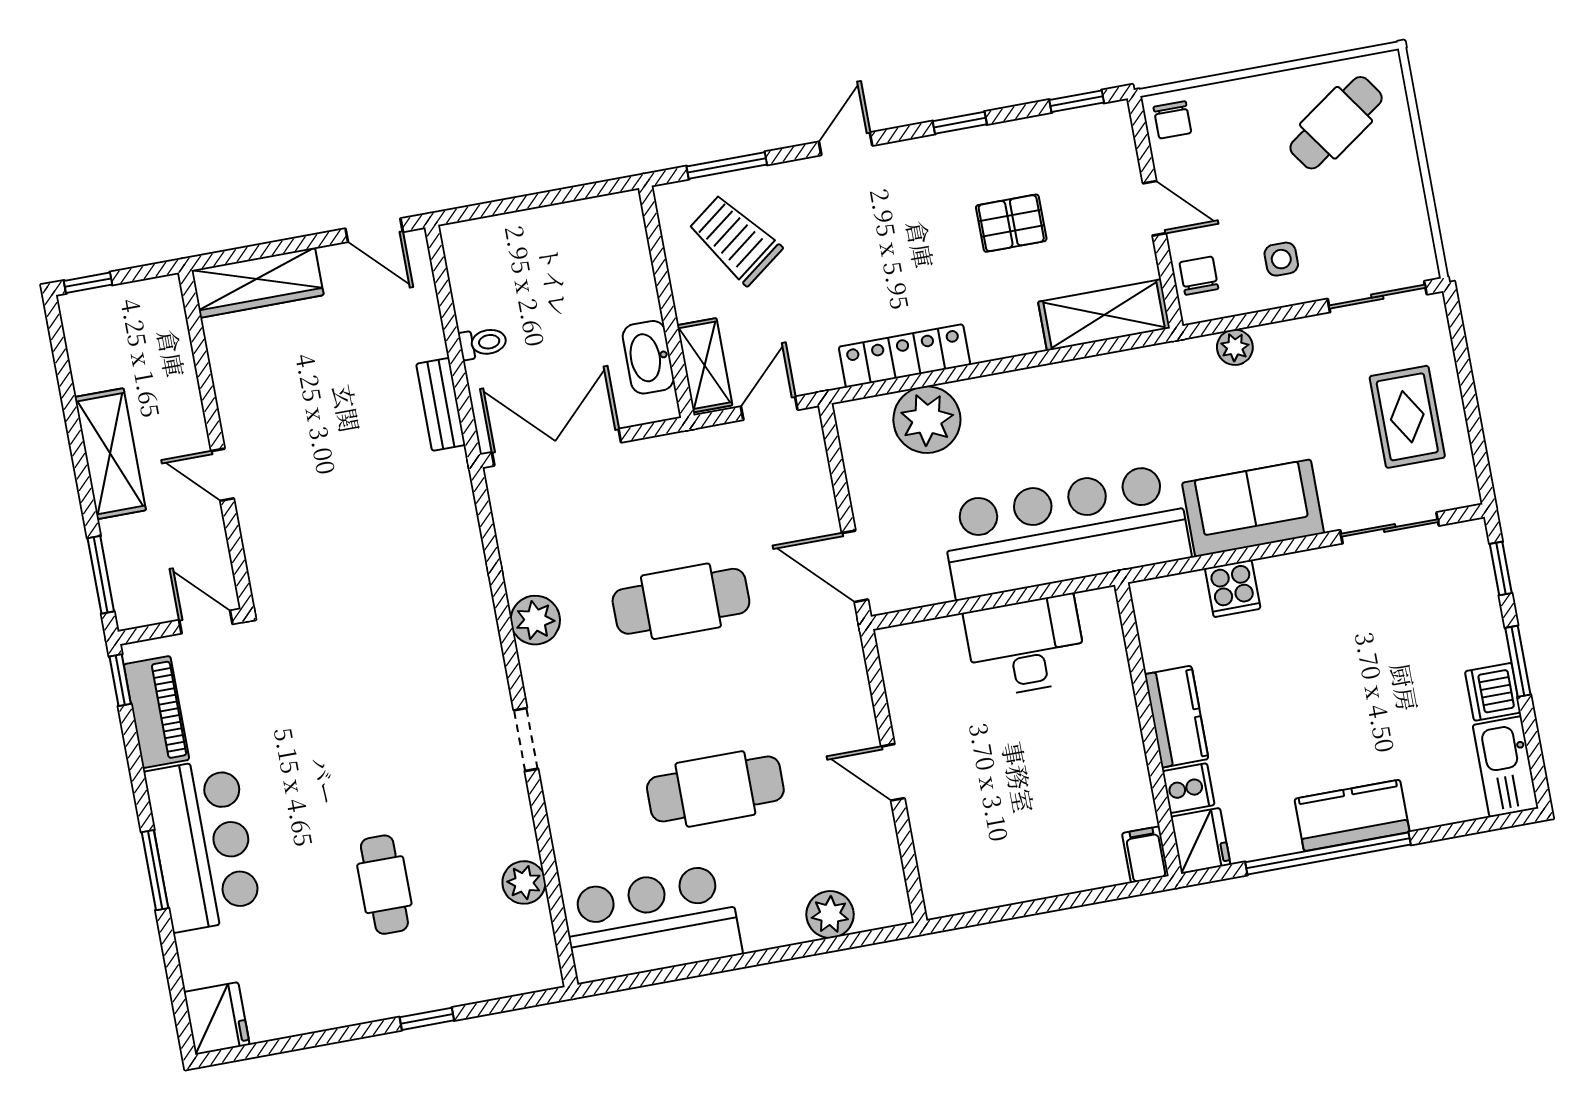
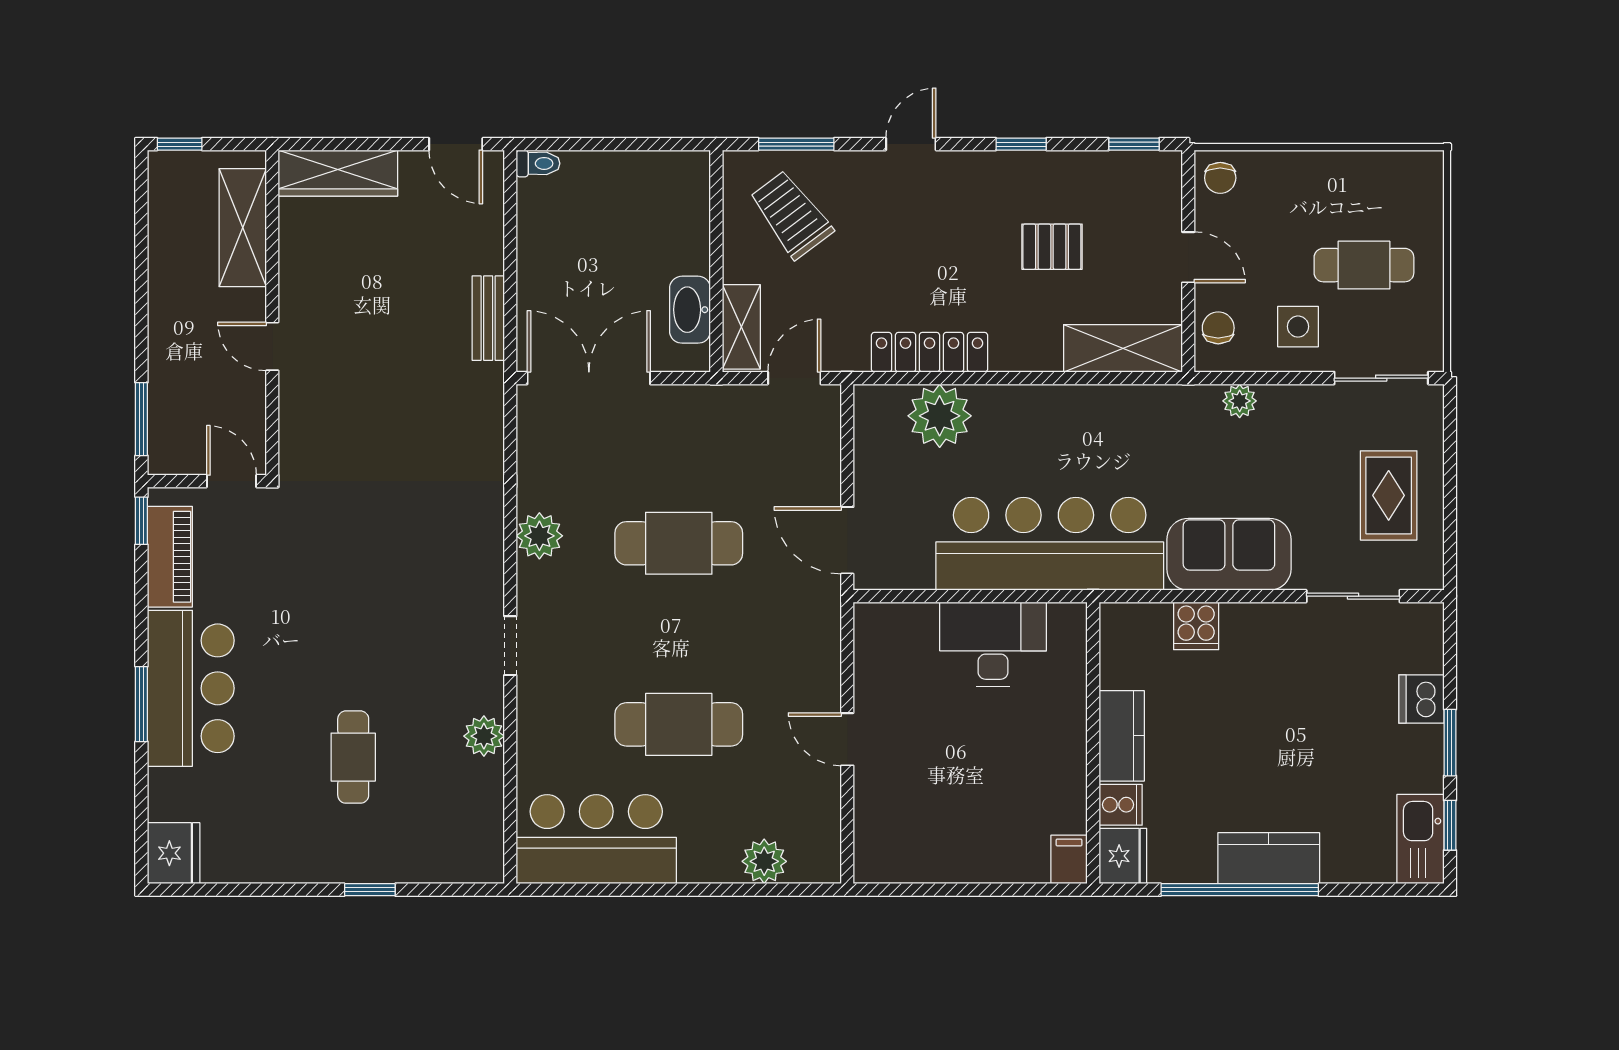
cafe table: (1336, 123) -> (1364, 265), moved, turned 35
side table: (1281, 259) -> (1298, 327), width x1.37, depth x1.37
toilet: (483, 343) -> (538, 163), moved
shelving: (110, 454) -> (243, 228), moved
window: (1501, 569) -> (1450, 825), moved
dishwasher: (1493, 692) -> (1421, 699), moved
plant: (524, 882) -> (484, 736), moved

